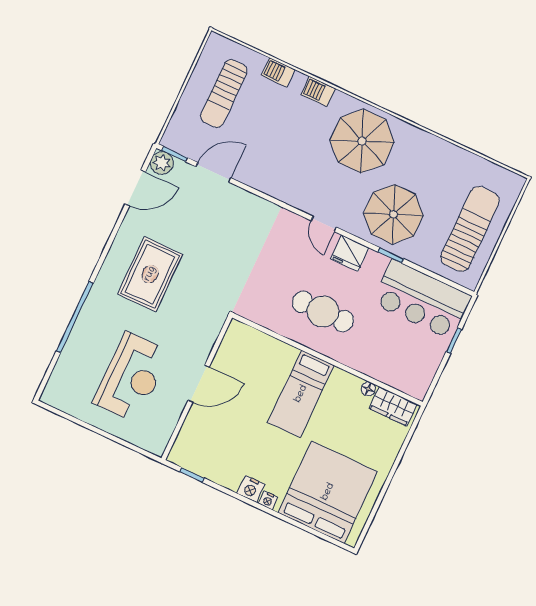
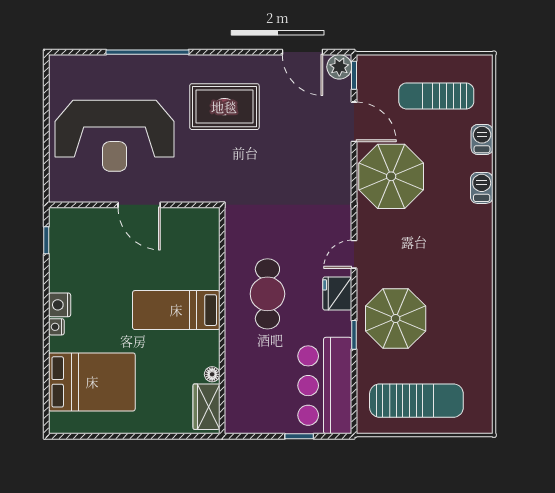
parasol: (362, 141) -> (391, 176), moved
reception desk: (131, 377) -> (115, 136), width x1.36, depth x1.30
bed: (328, 492) -> (92, 382), width x0.73

